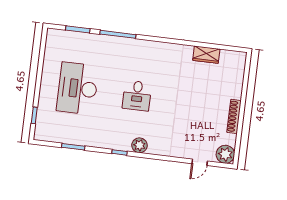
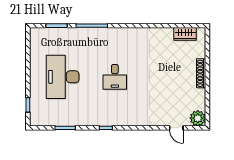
wardrobe: (206, 55) -> (185, 34), moved
shoe rack: (234, 116) -> (201, 73), moved
plant: (139, 145) -> (122, 120), removed
door: (200, 162) -> (176, 128), hinge flipped

